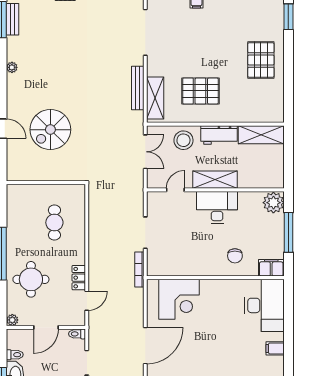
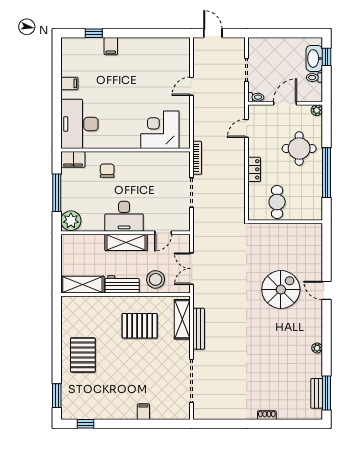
wall: (46, 183) -> (285, 222), moved
locker: (79, 278) -> (254, 169), moved
door: (145, 346) -> (192, 86), width x0.53

